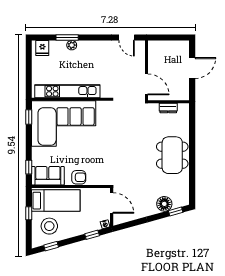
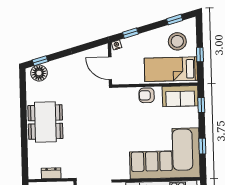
window: (29, 117) -> (202, 146), moved
floor lamp: (164, 204) -> (39, 73), moved

